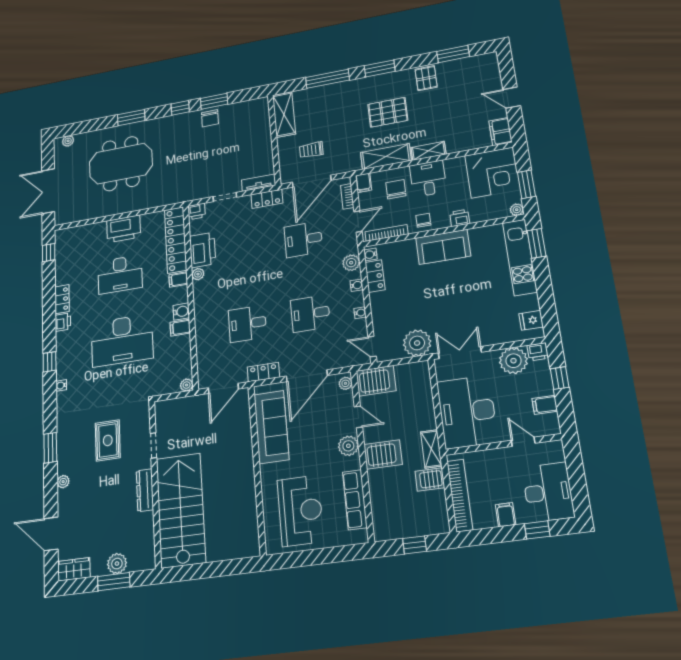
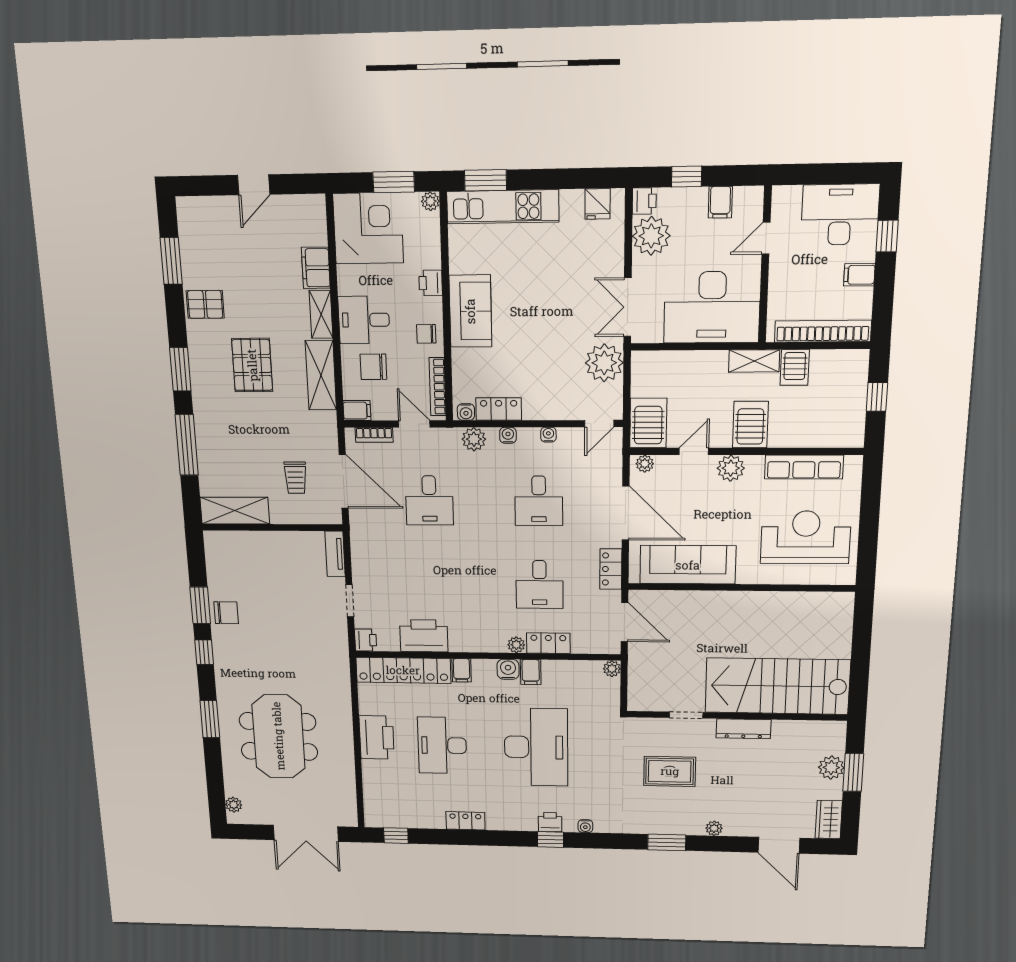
filing cabinet: (500, 132) -> (316, 268), moved, turned 90
locker: (267, 199) -> (548, 643), moved, turned -90
desk: (120, 274) -> (442, 745), turned 180
plant: (198, 274) -> (516, 645), moved
printer: (63, 322) -> (550, 822), moved
door: (51, 534) -> (779, 845), hinge flipped

